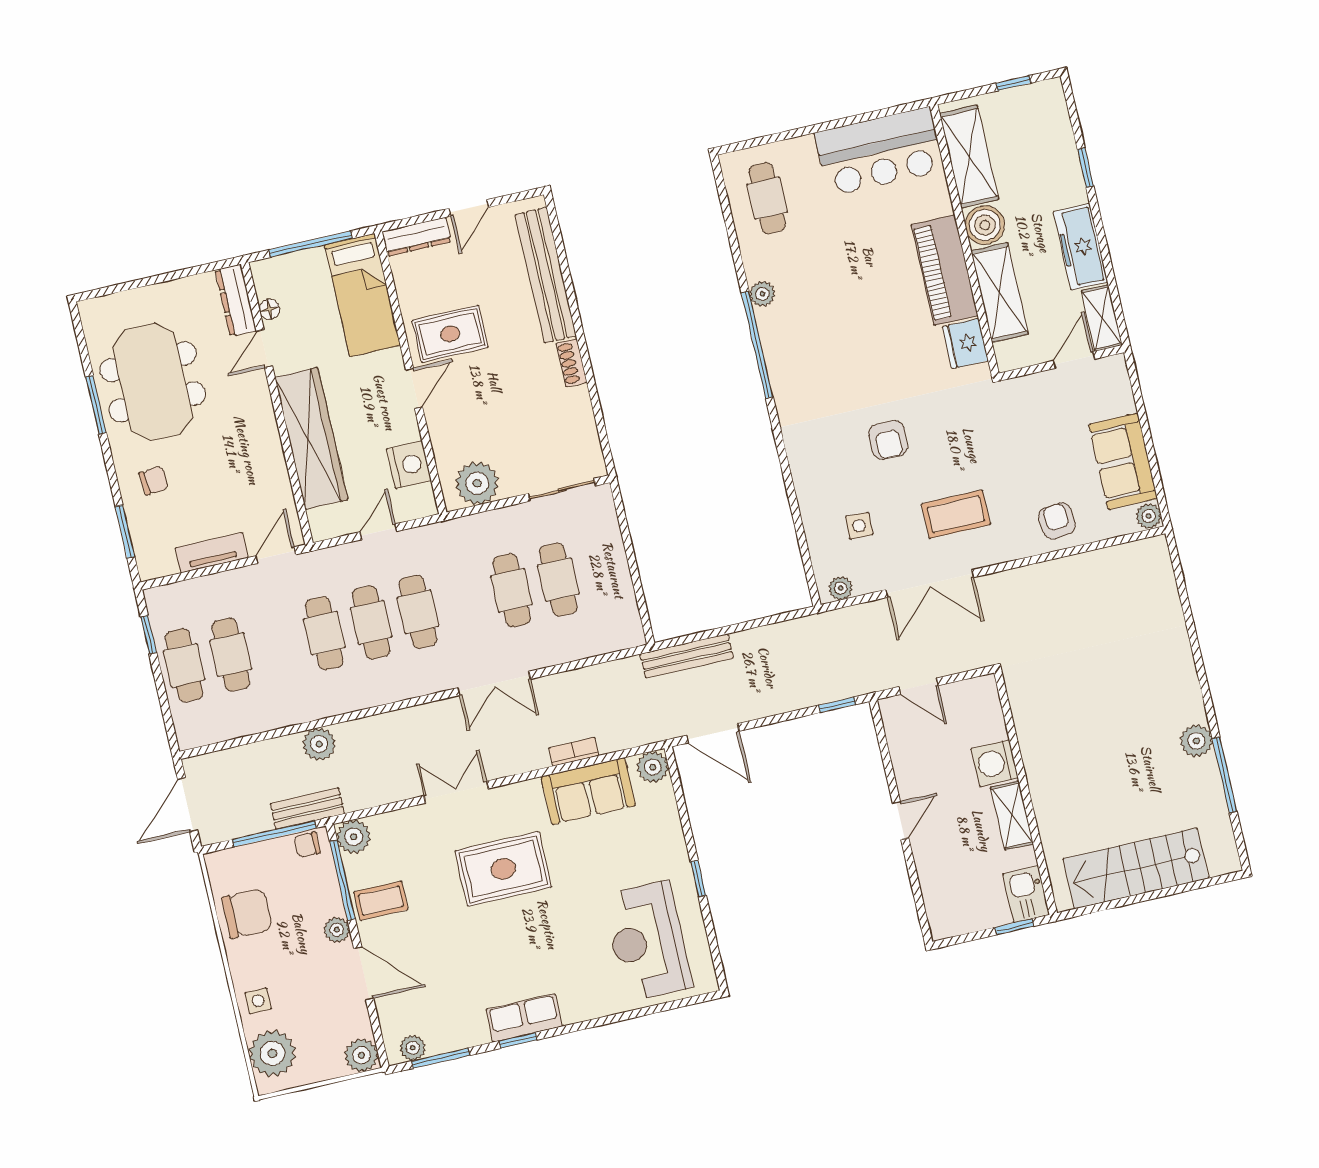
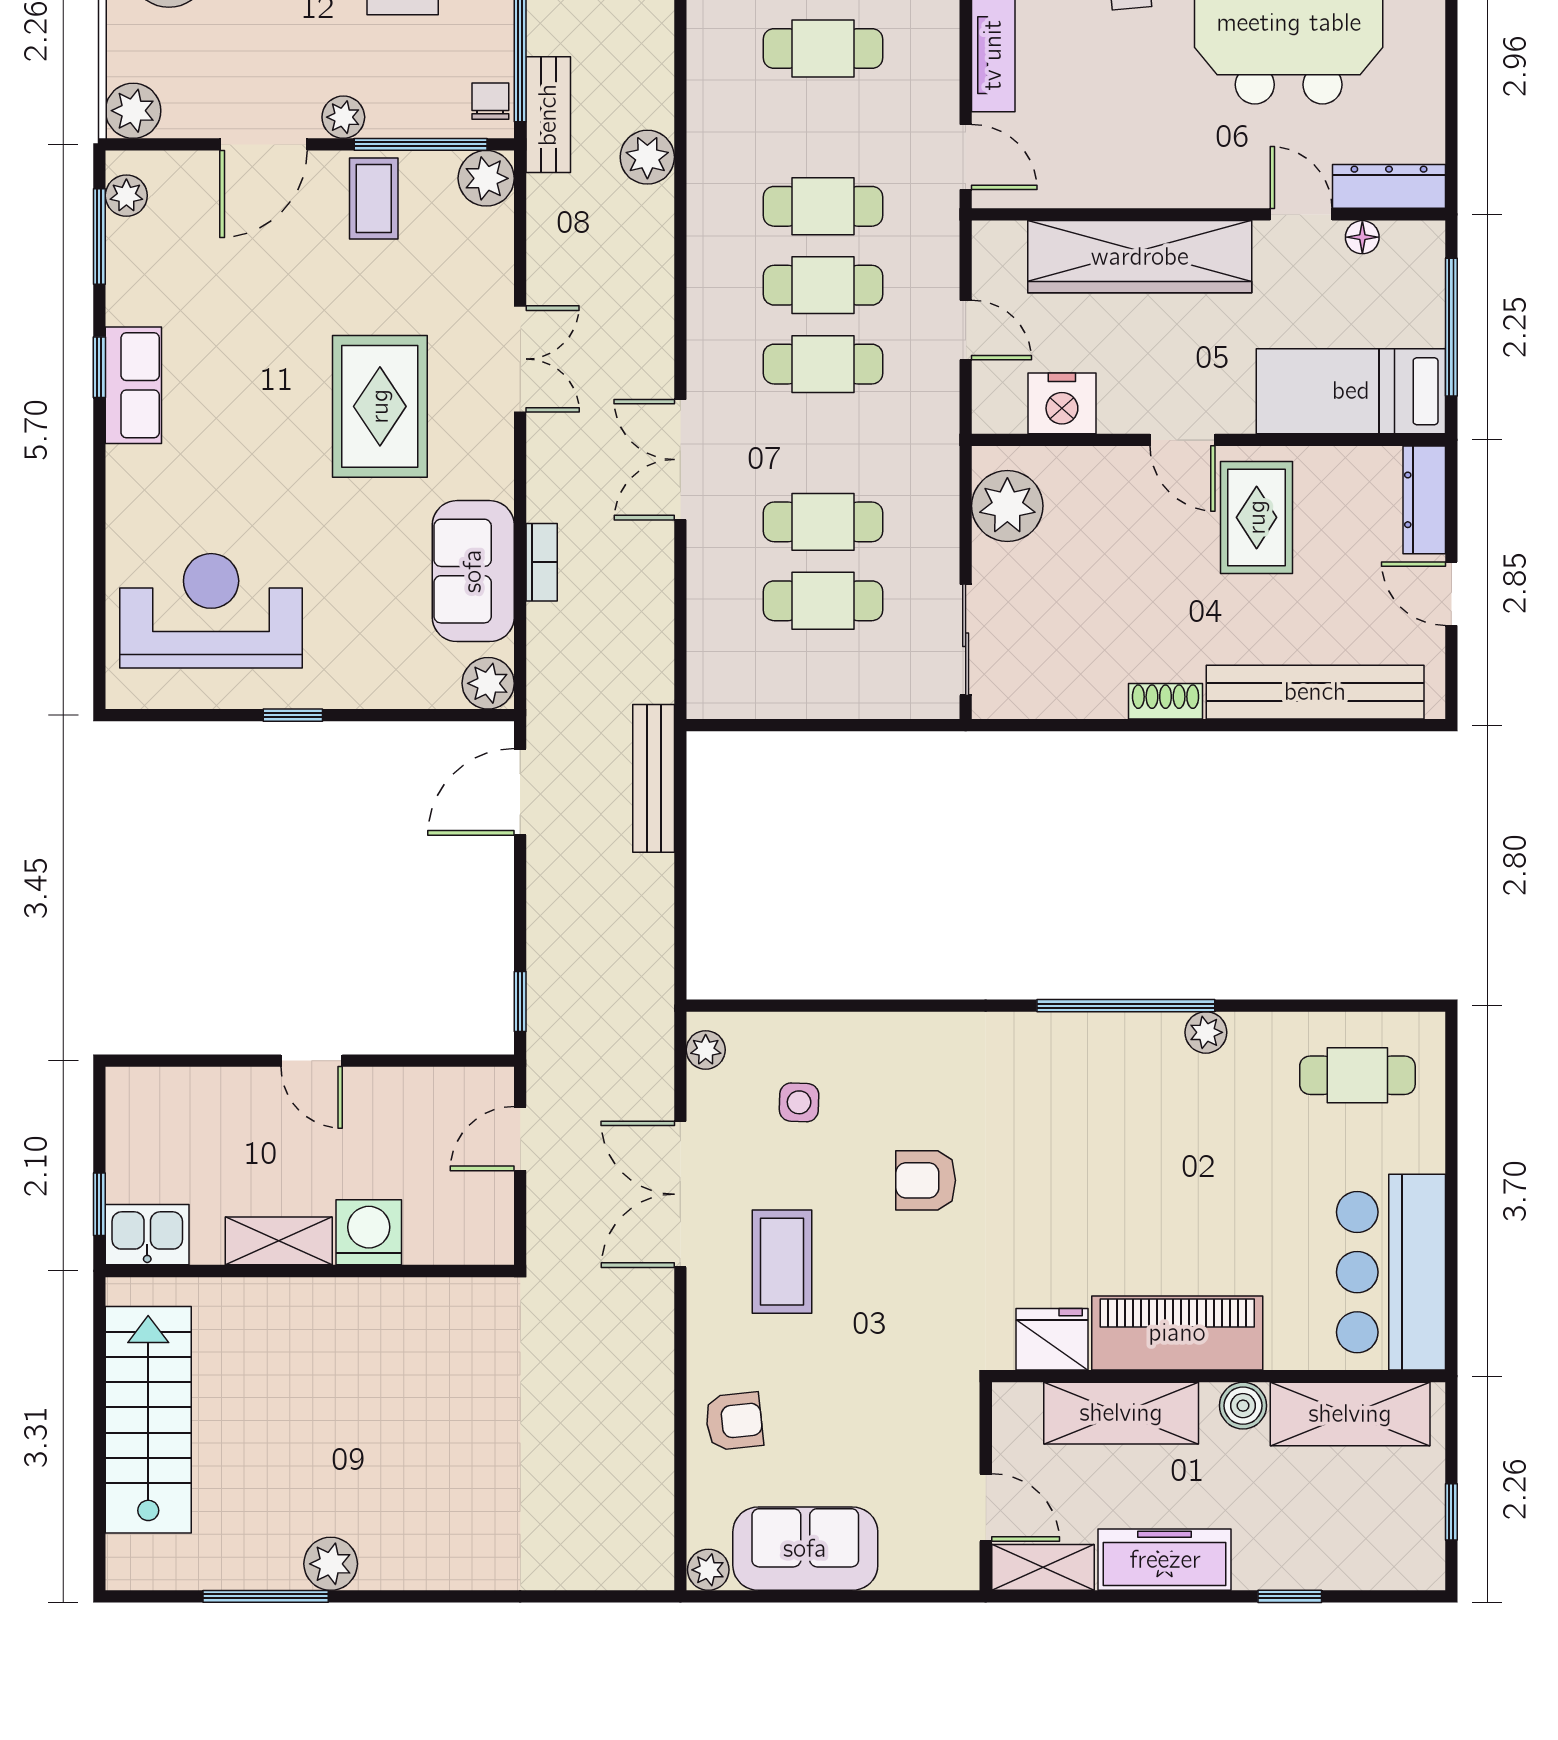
boiler: (985, 225) -> (1243, 1406), width x0.73, depth x0.73

